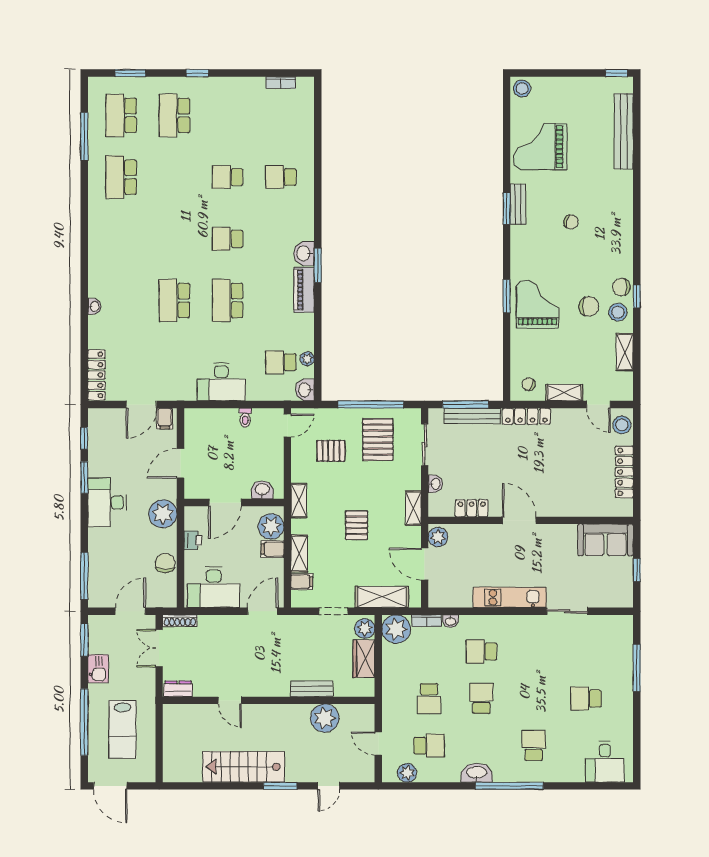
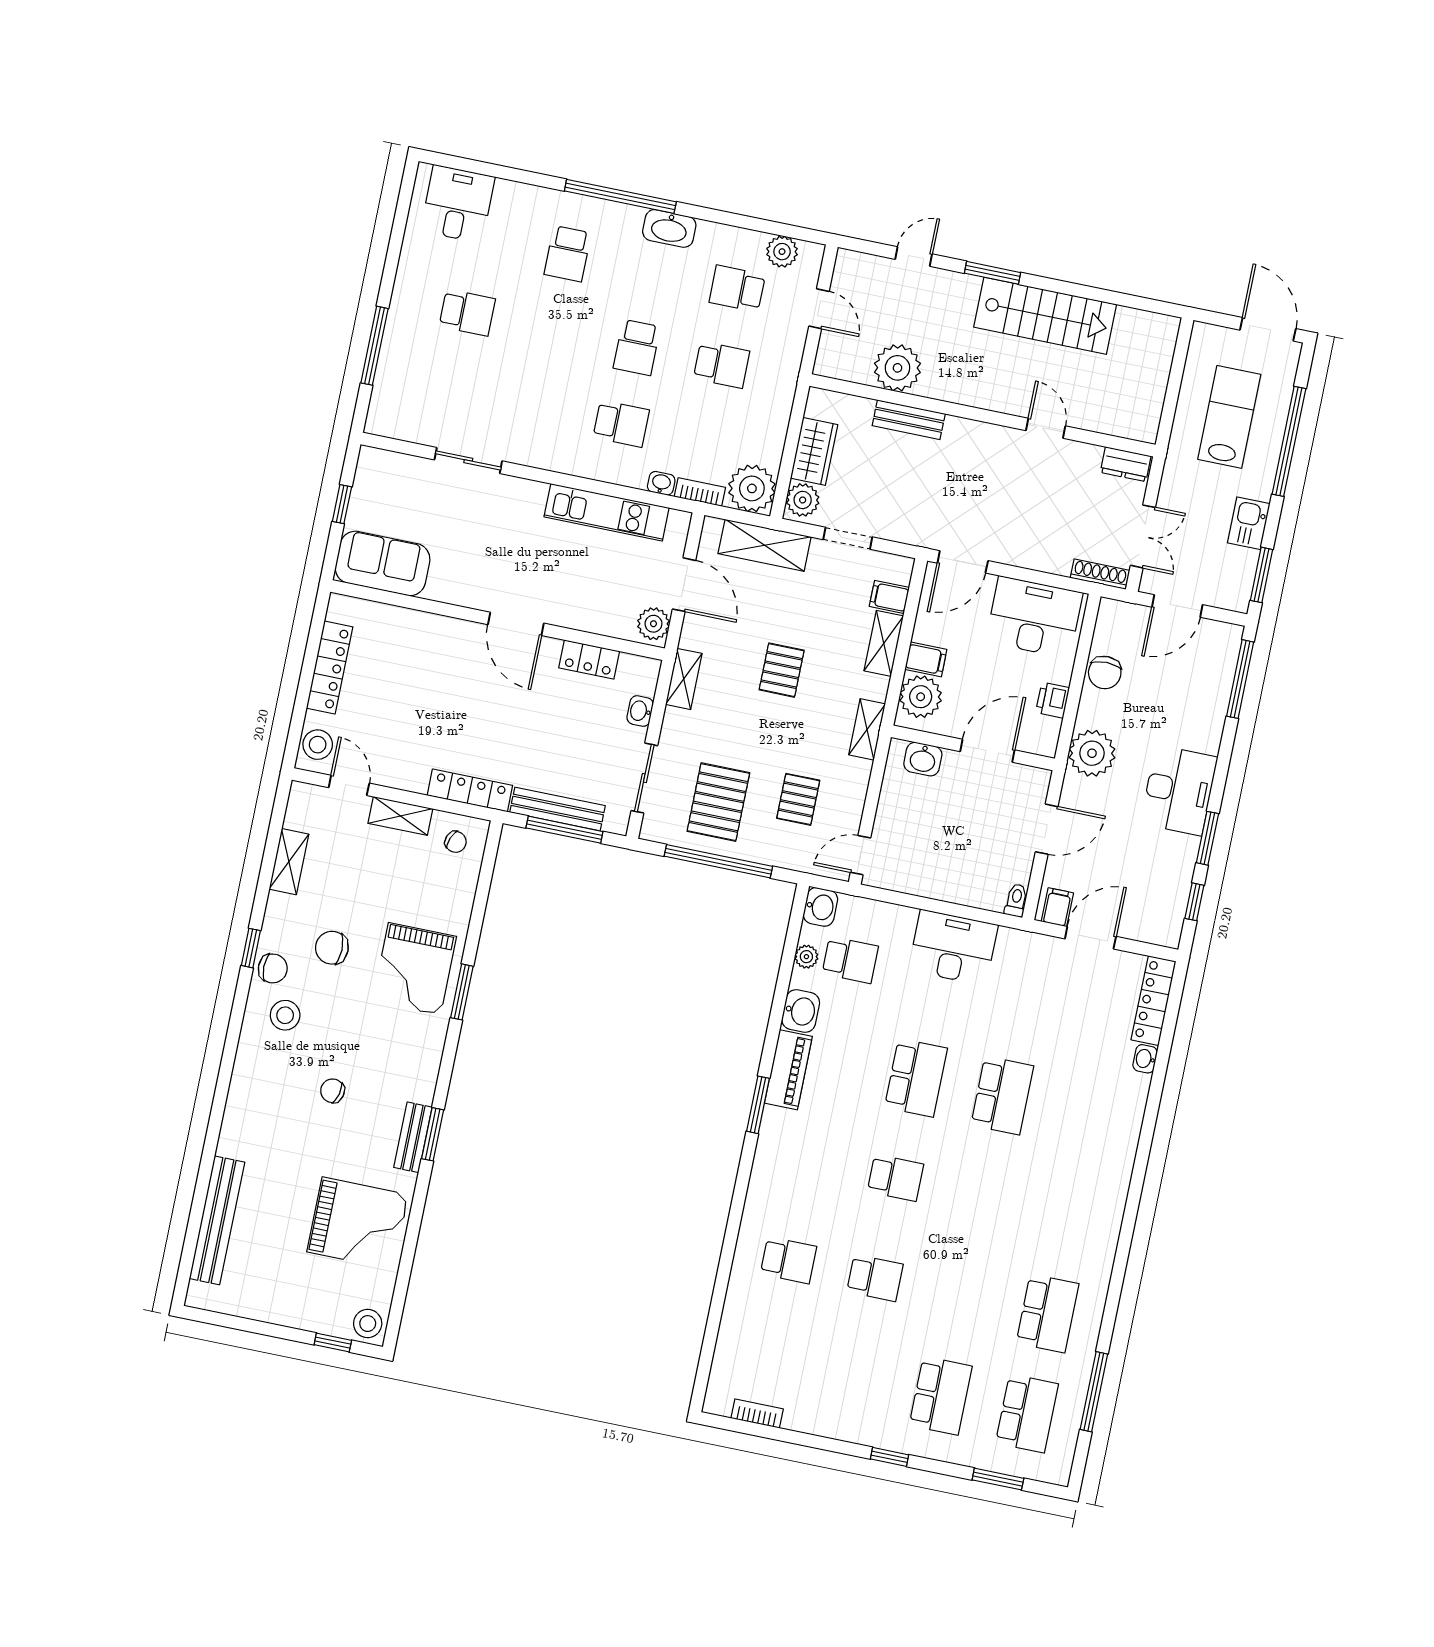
window: (616, 73) -> (333, 1343), moved
washbasin: (304, 253) -> (801, 1011), moved
washbasin: (94, 306) -> (1145, 1059), moved
stool: (618, 312) -> (285, 1015), moved
toilet: (245, 418) -> (1016, 900), moved
pallet: (331, 451) -> (798, 799), turned 90
kitchen unit: (510, 597) -> (607, 512), moved
school desk: (429, 699) -> (722, 365), turned 90

